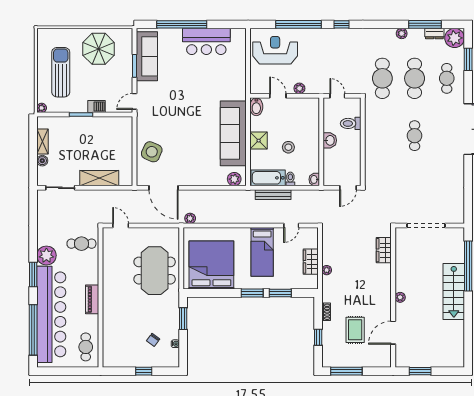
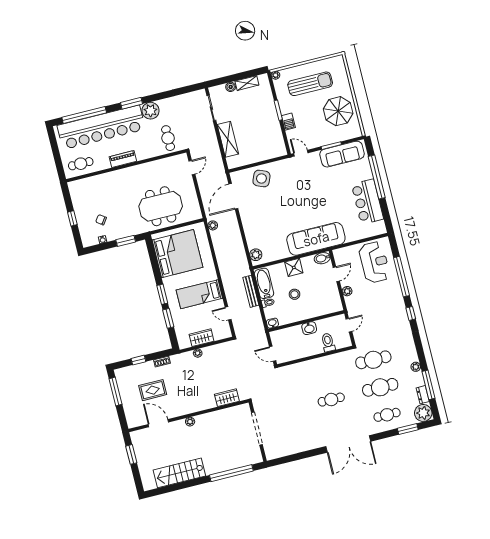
sofa: (233, 133) -> (316, 239), moved
stairs: (454, 291) -> (179, 473), moved

